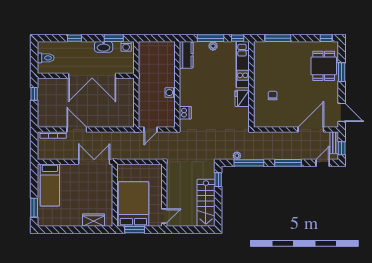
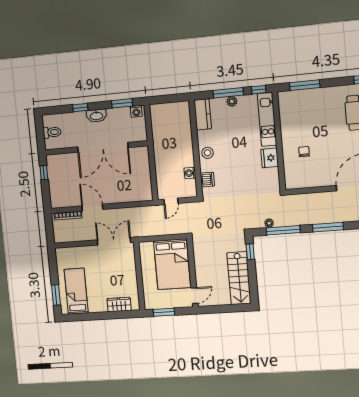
washbasin: (104, 47) -> (96, 116), moved
stool: (187, 89) -> (208, 153), added
washing machine: (170, 93) -> (190, 173), moved
bed: (50, 185) -> (76, 291), moved, turned 180
bed: (133, 204) -> (172, 264), moved, turned 180

